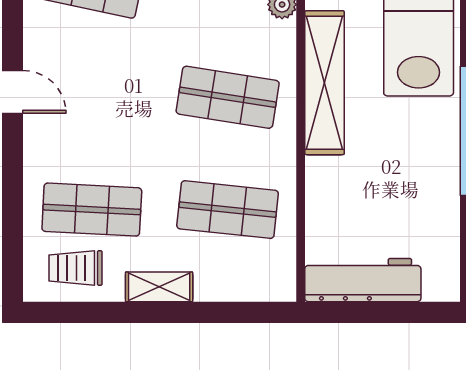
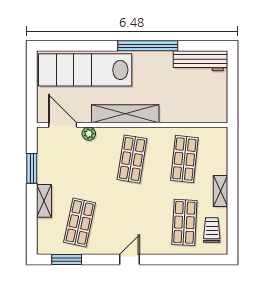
trolley: (76, 268) -> (212, 230), turned 180
workbench: (363, 280) -> (200, 61), moved, turned -90

